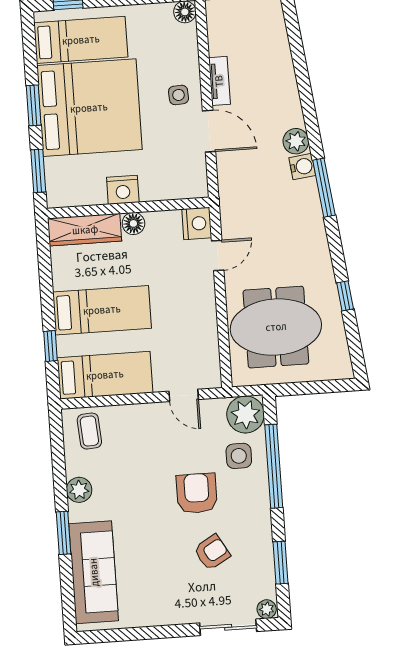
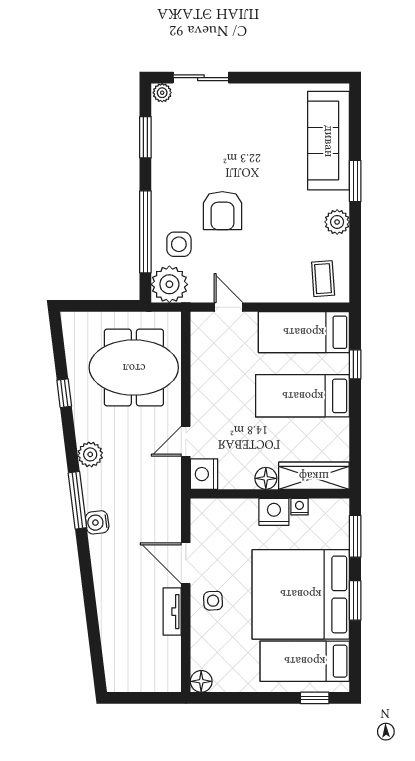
plant: (296, 141) -> (90, 454), moved
nightstand: (97, 197) -> (299, 507), added
armchair: (212, 552) -> (212, 152), removed

